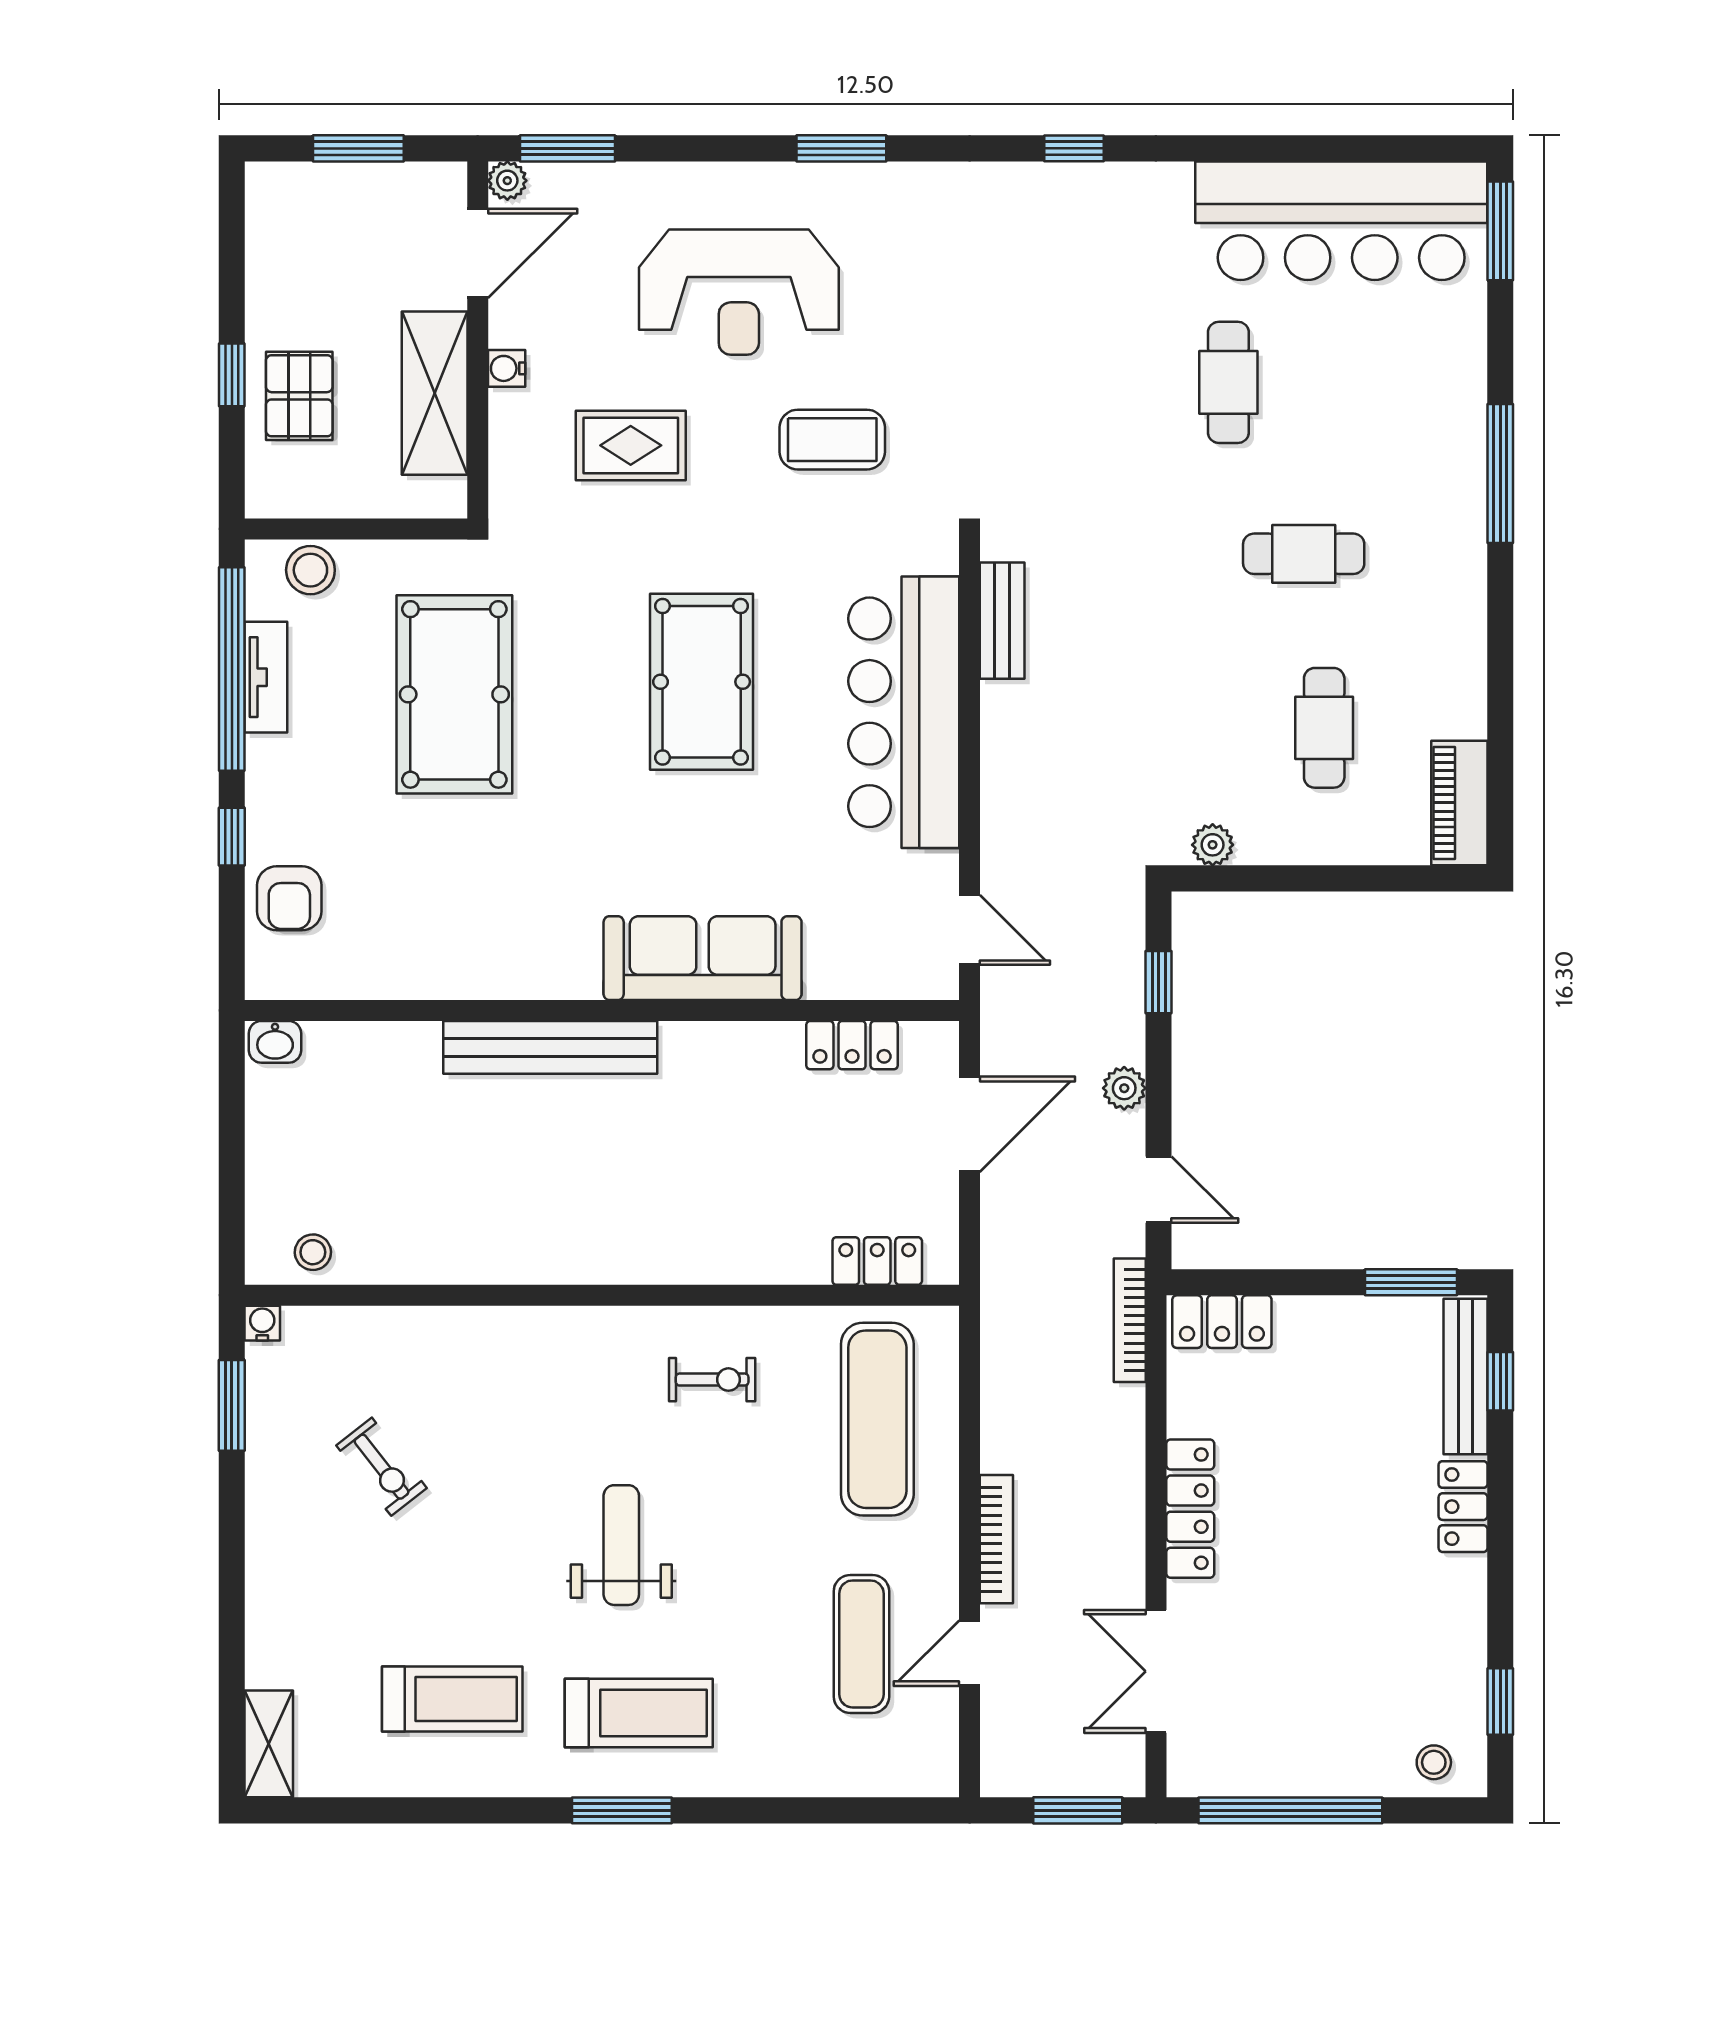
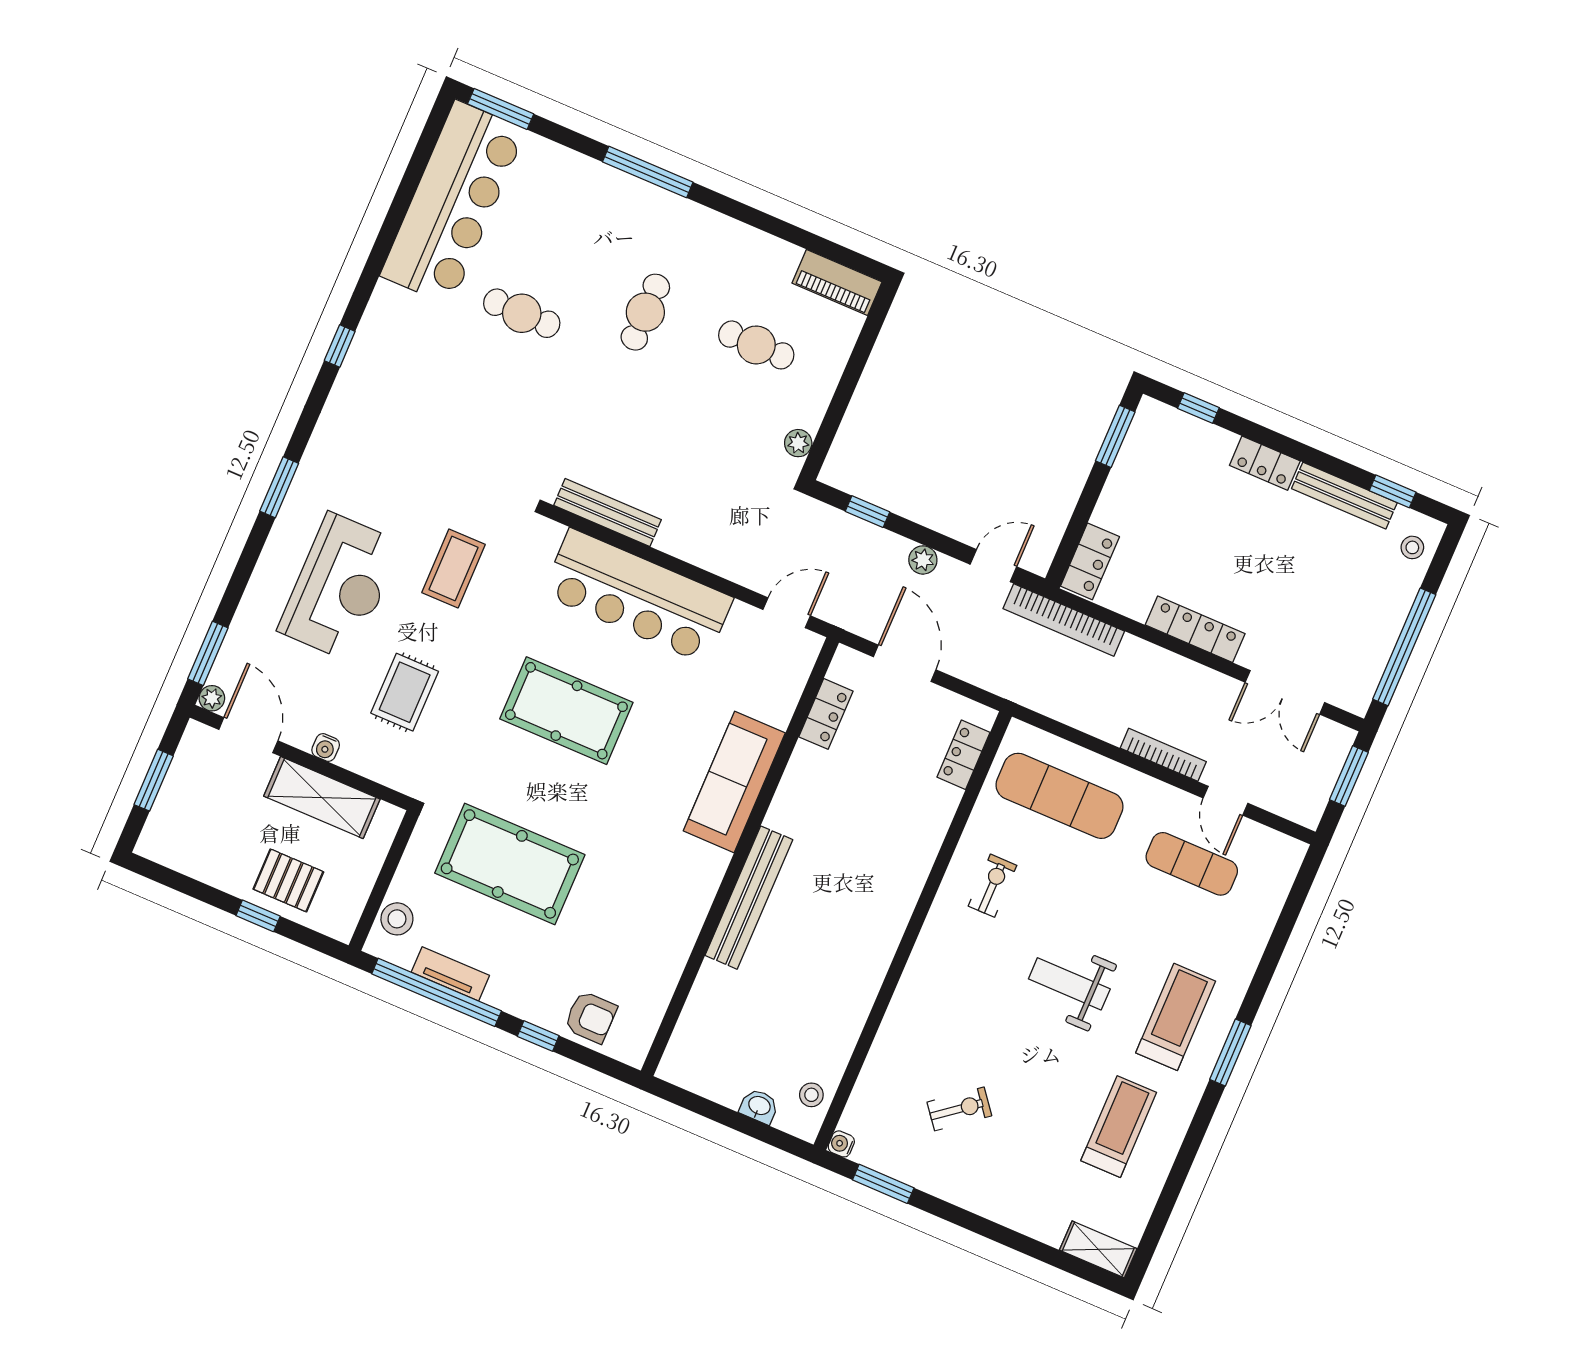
bench: (1002, 621) -> (608, 512), width x1.36
washbasin: (275, 1042) -> (759, 1106), moved, turned -90
bookcase: (1130, 1320) -> (1064, 620), width x1.48, depth x1.31
bench: (1466, 1376) -> (1344, 496), moved

